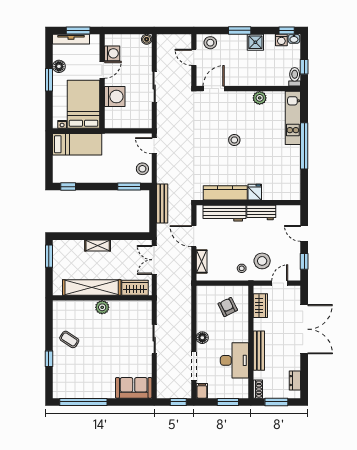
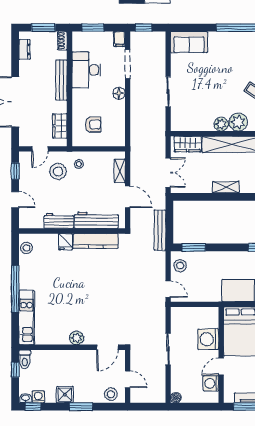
plant: (260, 98) -> (77, 338), moved
stool: (234, 140) -> (26, 248), moved
armchair: (228, 307) -> (93, 125), turned -64
plant: (85, 309) -> (238, 122), added

